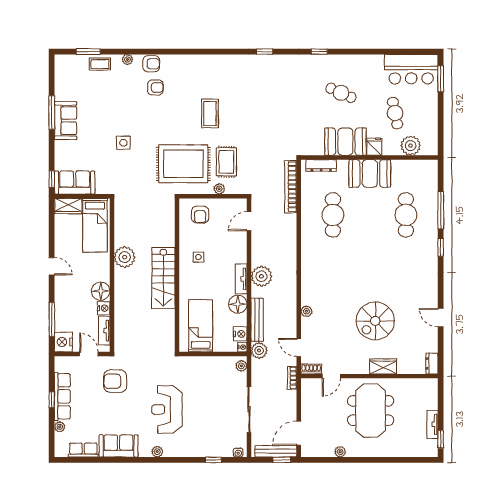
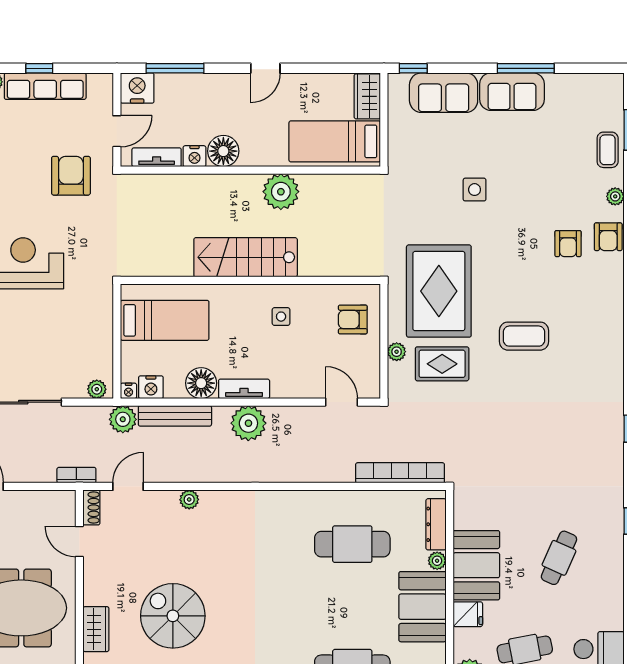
plant: (343, 165) -> (437, 561), added
sofa: (75, 182) -> (444, 93), moved, turned 90

